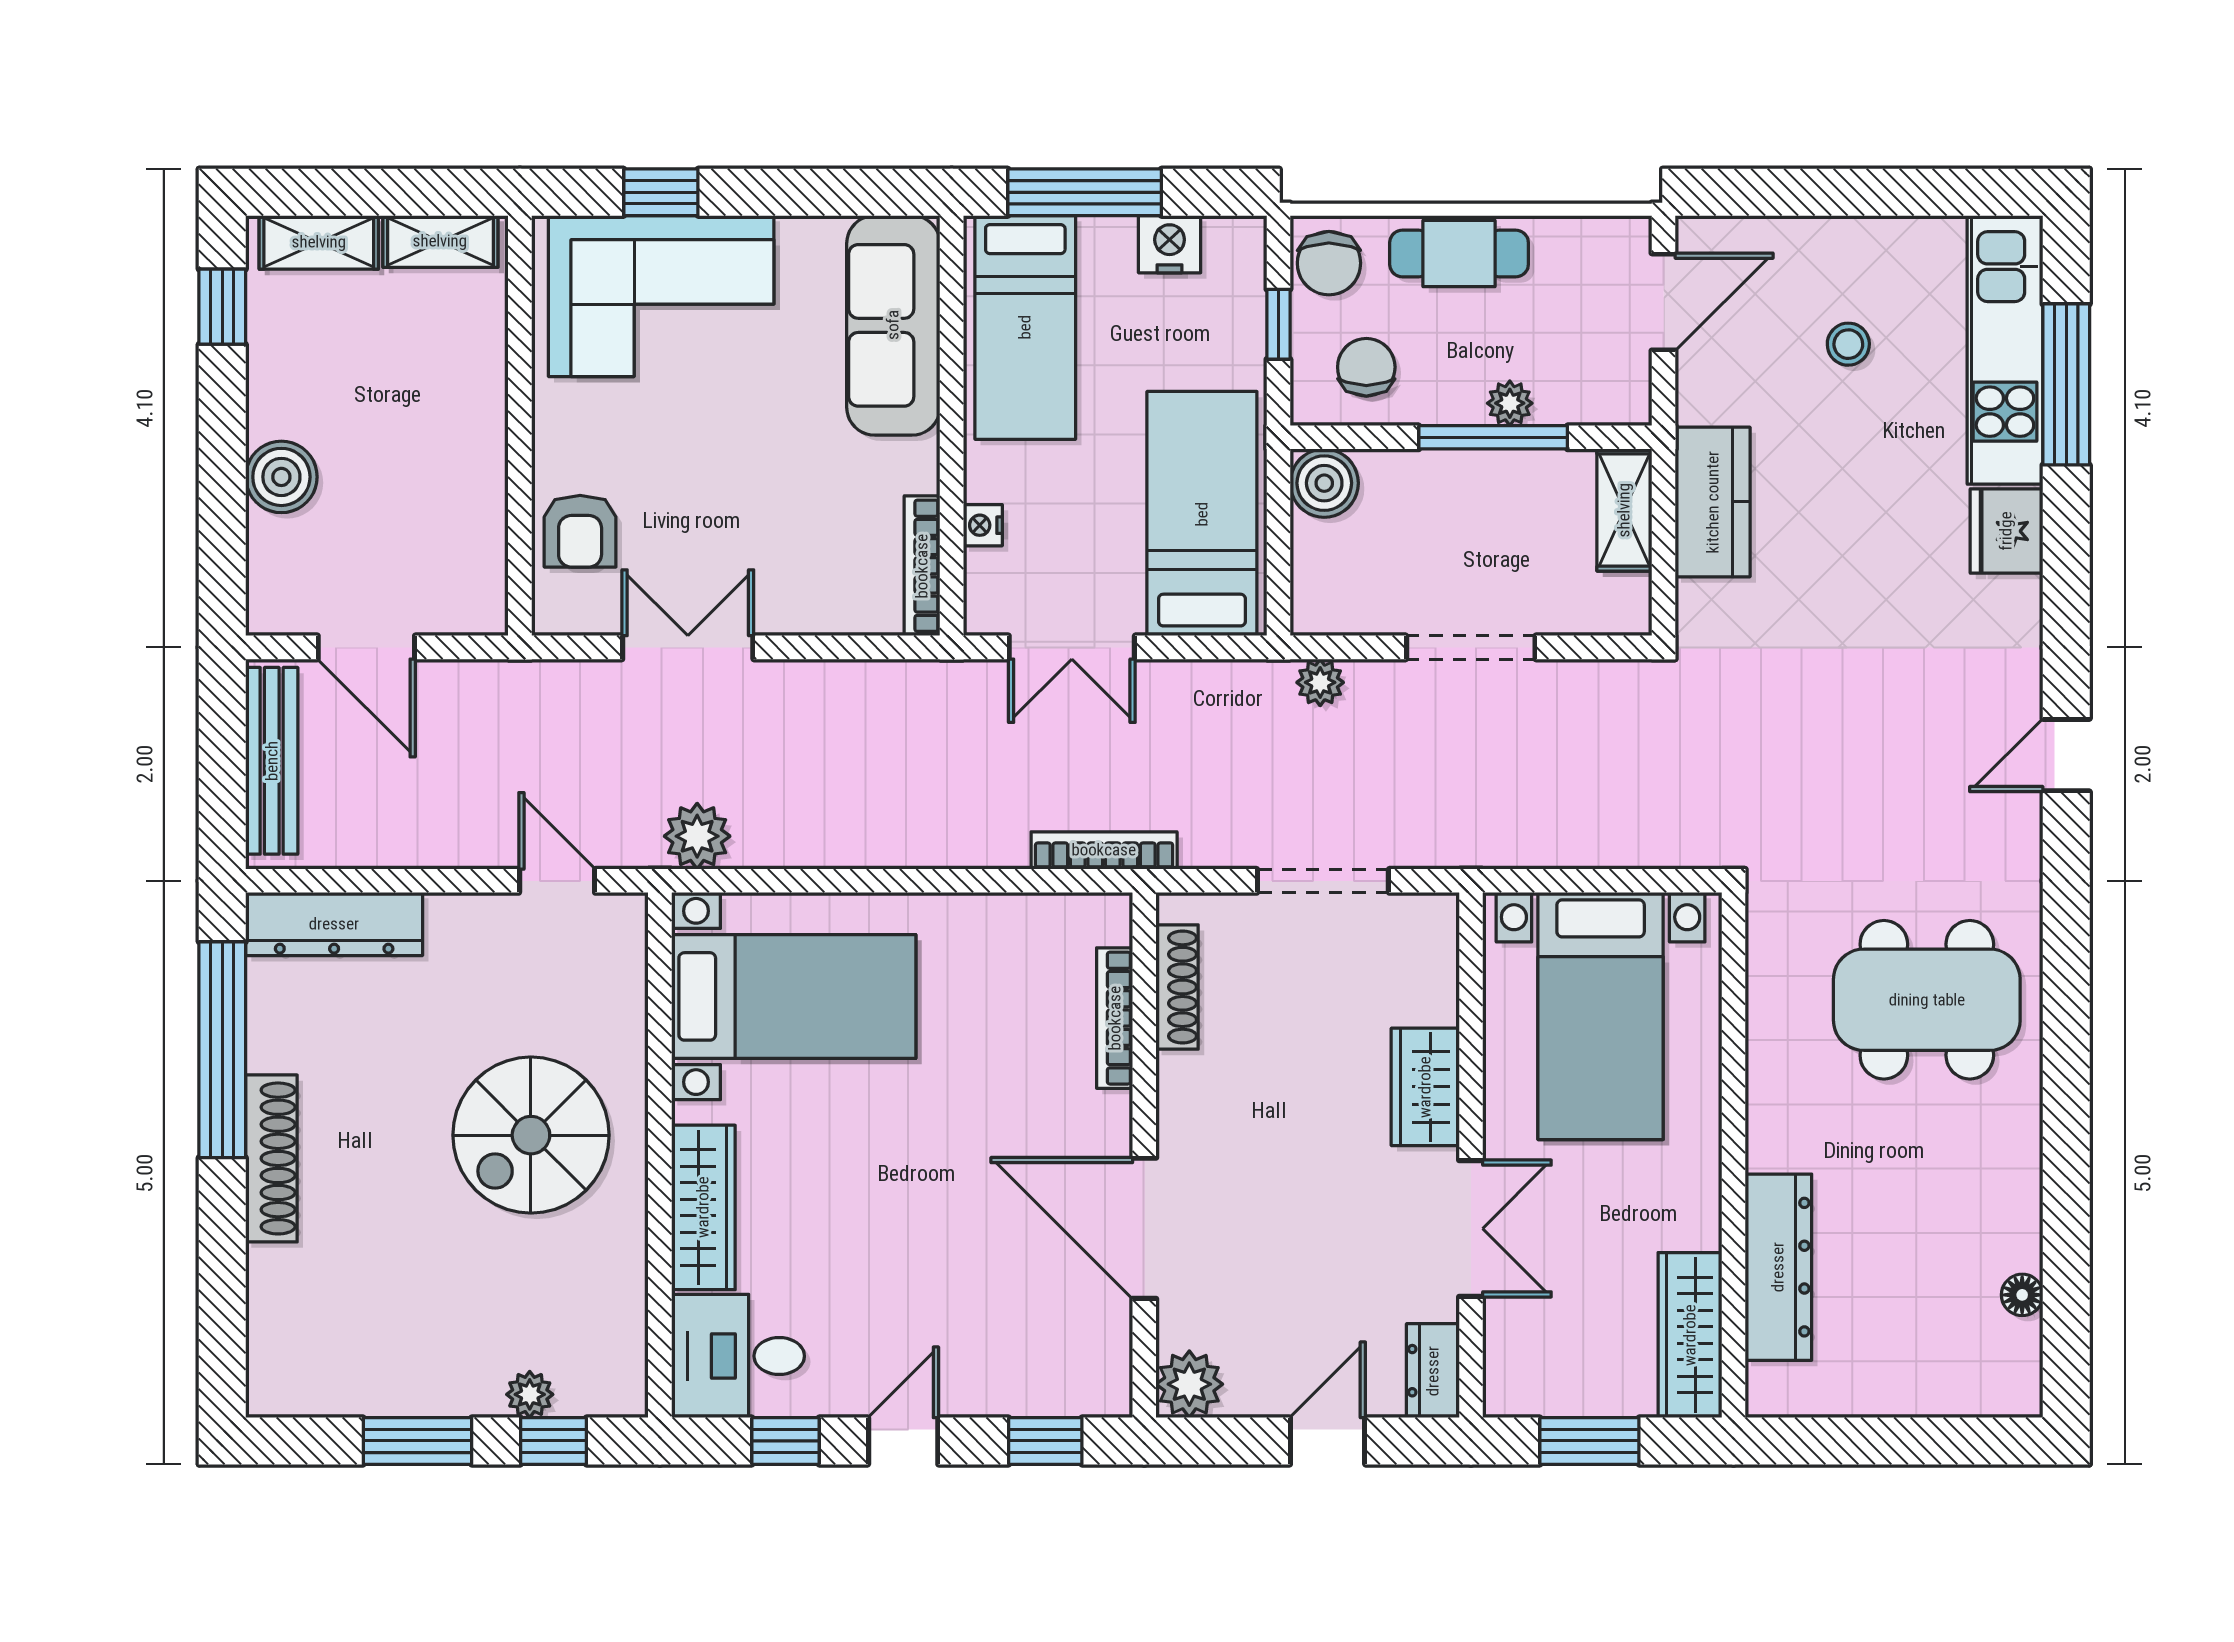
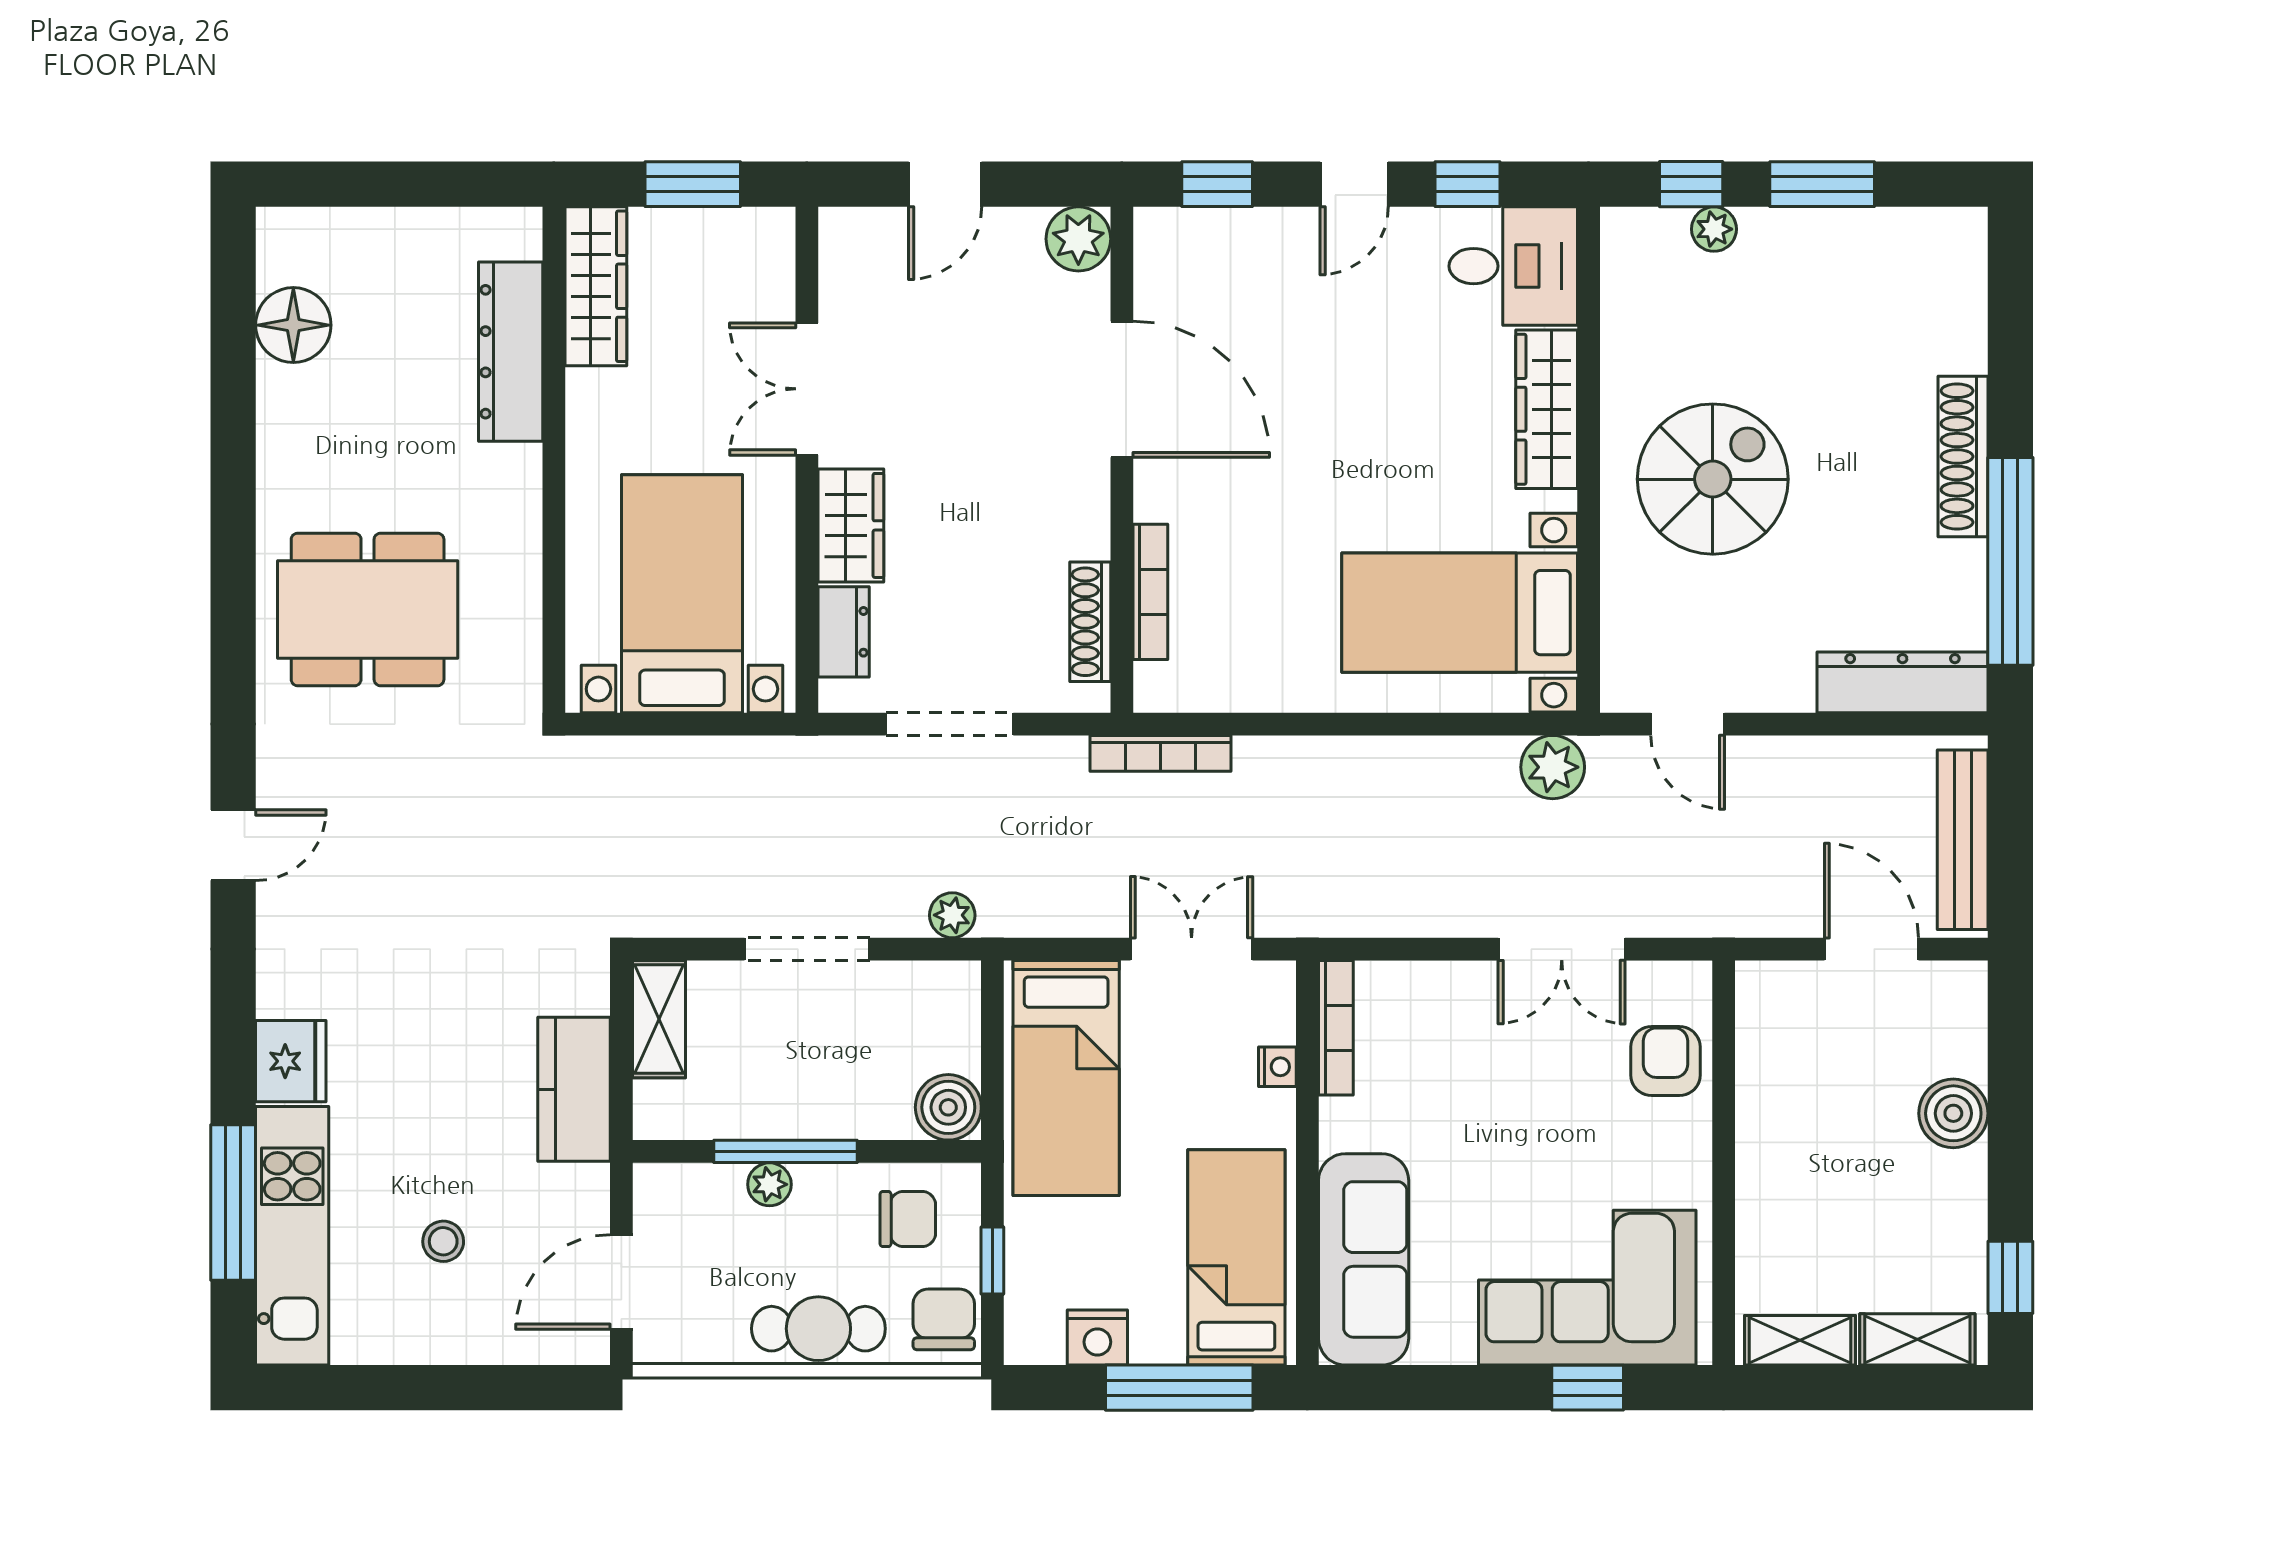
chair: (1366, 367) -> (908, 1219), turned -90
shelving: (1624, 510) -> (659, 1019), moved
floor lamp: (2022, 1295) -> (293, 325), width x1.89, depth x1.89
dresser: (1433, 1371) -> (844, 632), moved

